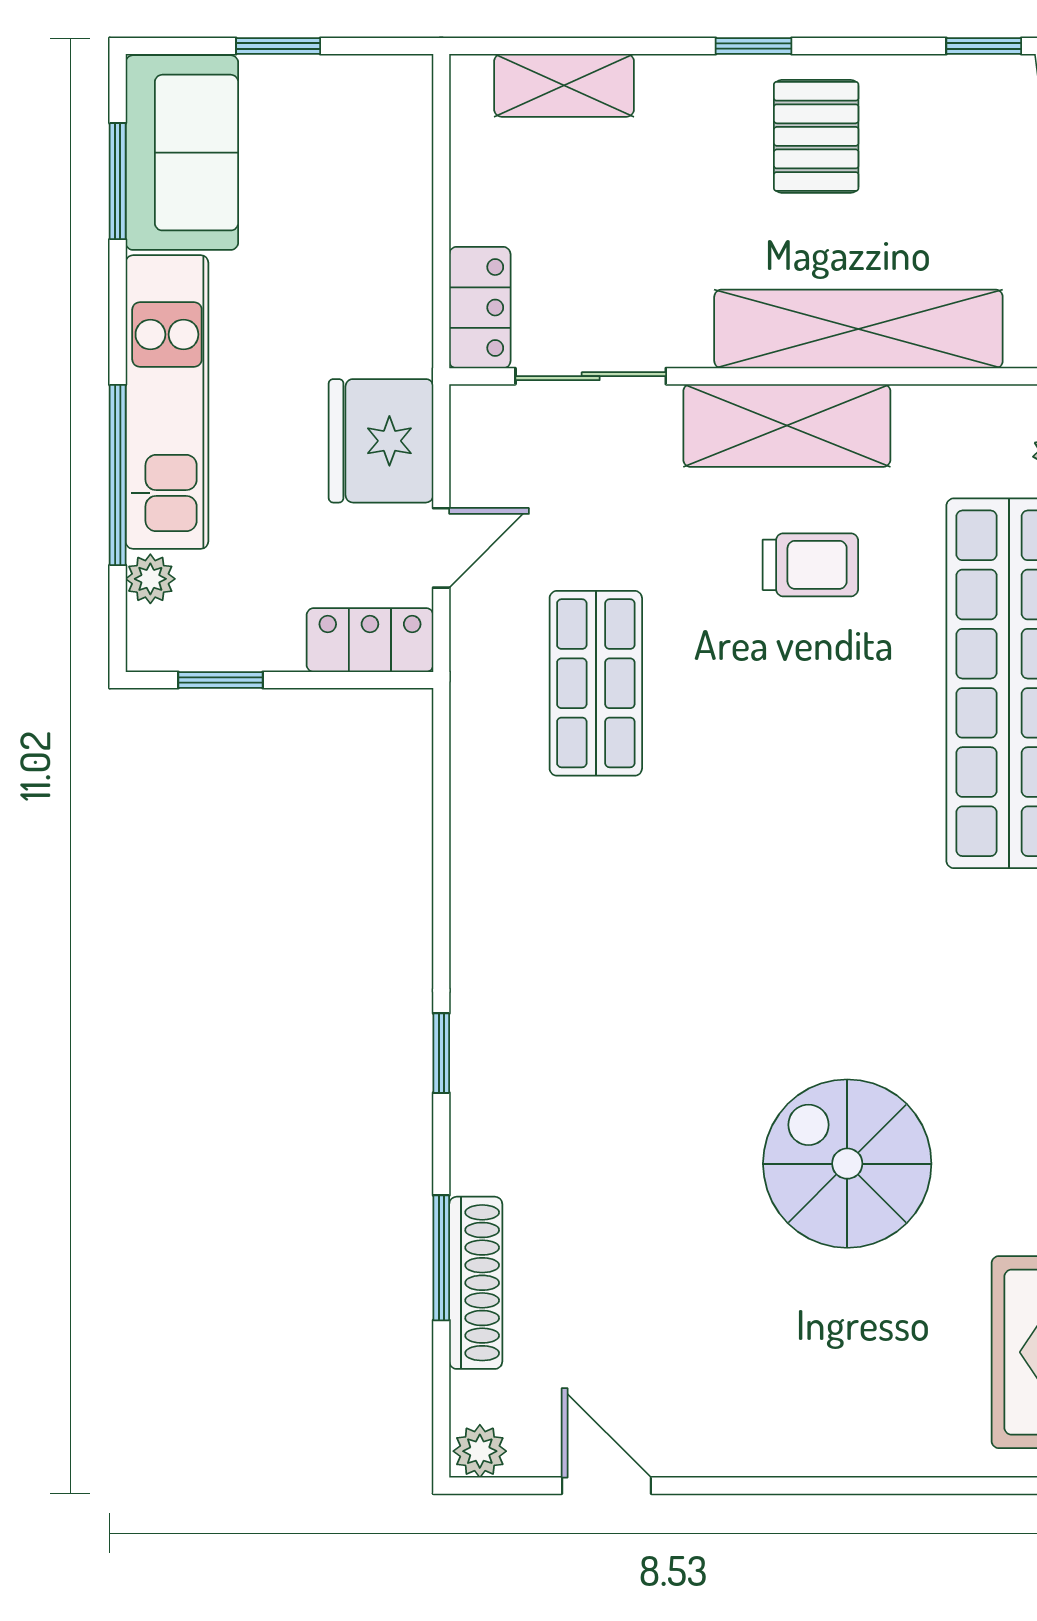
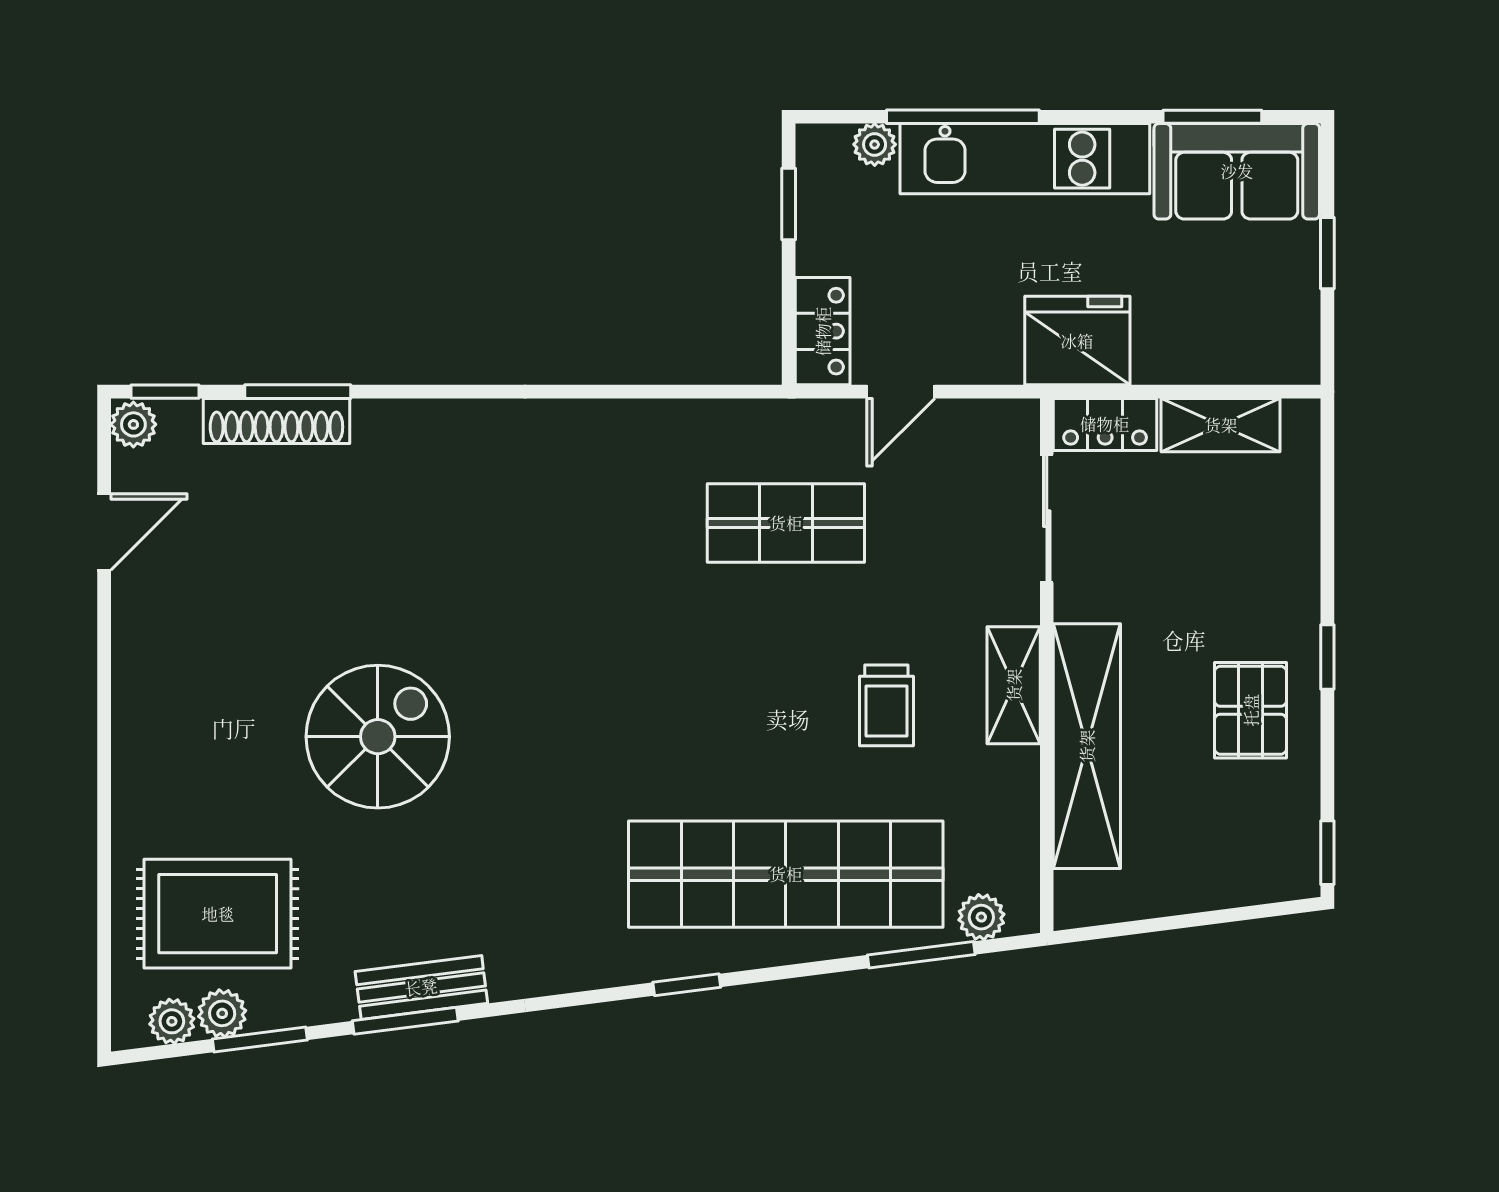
shelving: (564, 85) -> (1221, 425), moved, turned 90
pallet: (816, 136) -> (1251, 710), turned 90
shelving: (787, 426) -> (1014, 685), width x0.67, depth x0.75
fridge: (381, 441) -> (1077, 341), moved
door: (441, 548) -> (901, 392), hinge flipped
window: (441, 1053) -> (165, 392), moved

